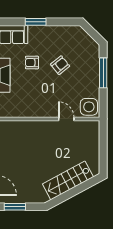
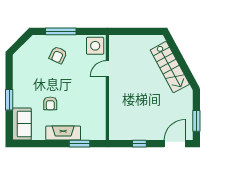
armchair: (60, 65) -> (58, 55), moved, turned -116

